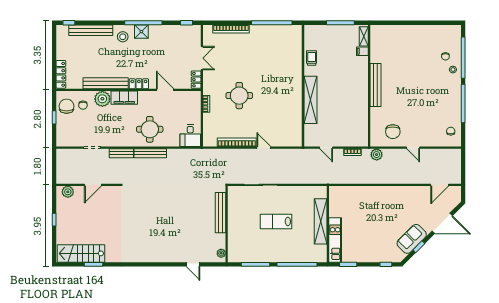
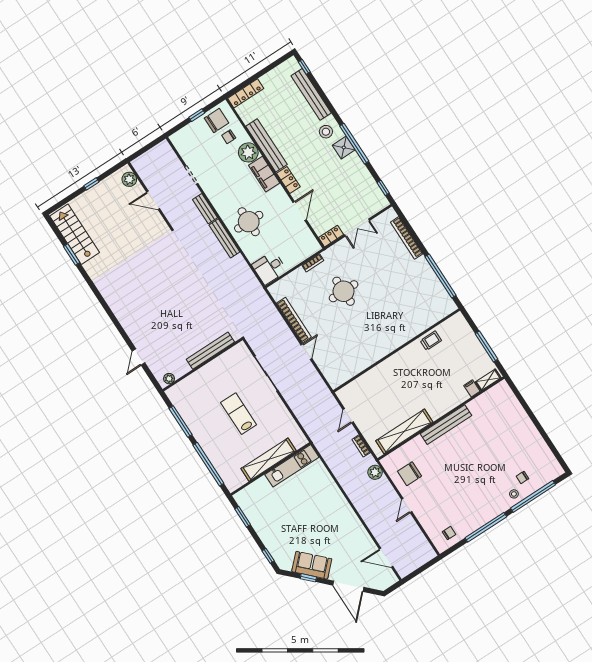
shelving: (311, 100) -> (404, 431), moved
kitchen unit: (335, 240) -> (292, 466), moved

